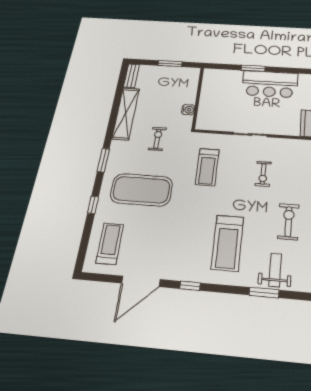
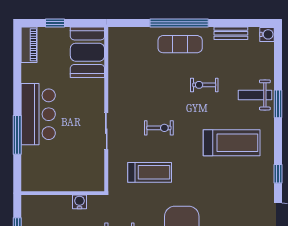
window: (253, 68) -> (17, 135), width x1.44
exercise bike: (263, 174) -> (159, 128), moved
exercise bike: (288, 222) -> (204, 85), width x0.73, depth x0.72

